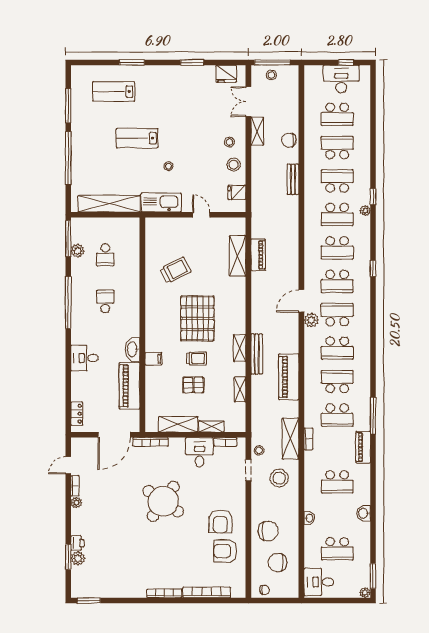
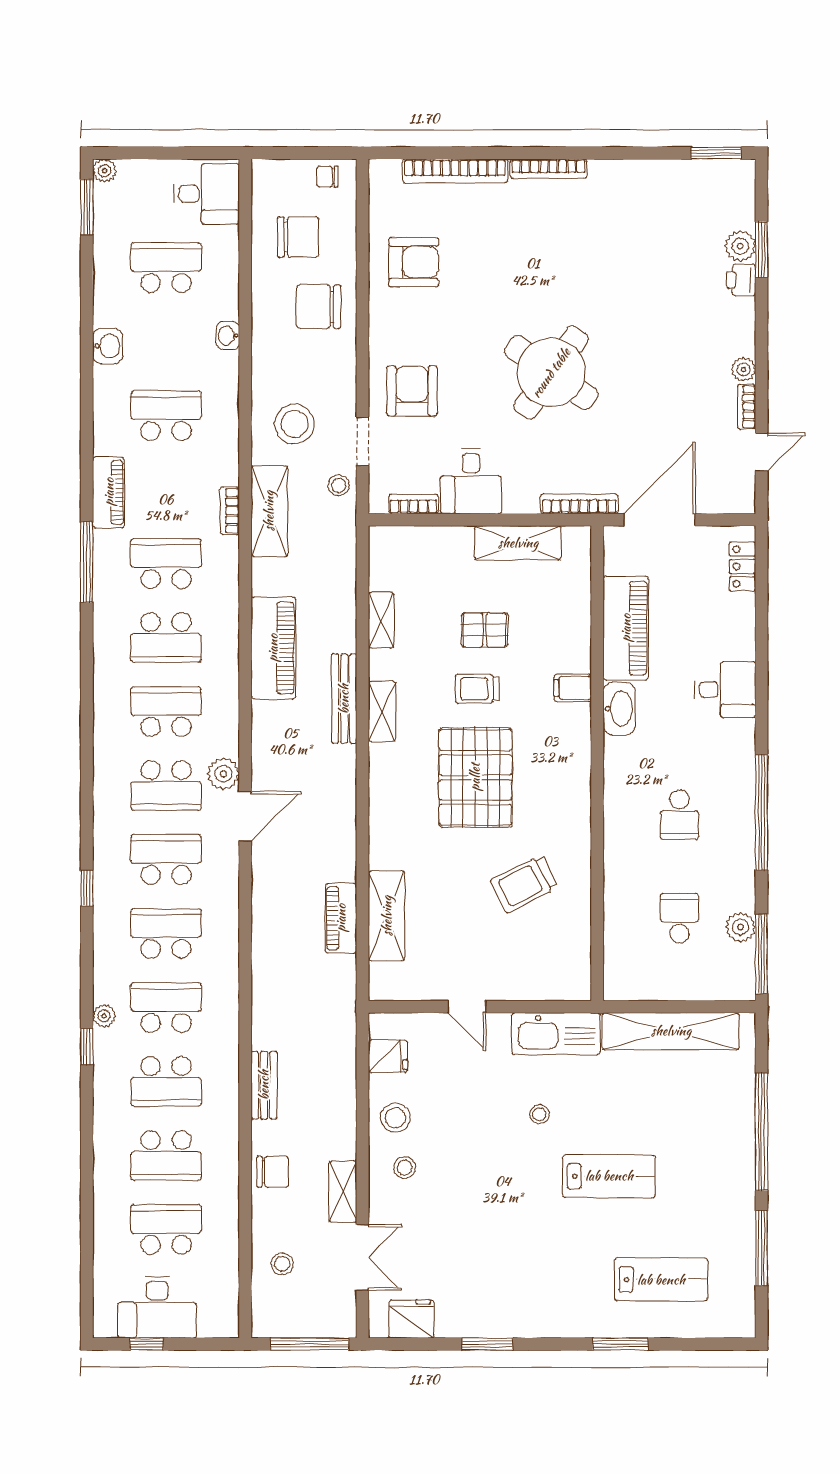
stool: (271, 75) -> (282, 1264), moved
shelving: (211, 426) -> (444, 538), removed
armchair: (220, 521) -> (412, 391), moved

